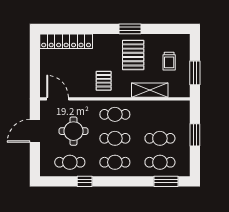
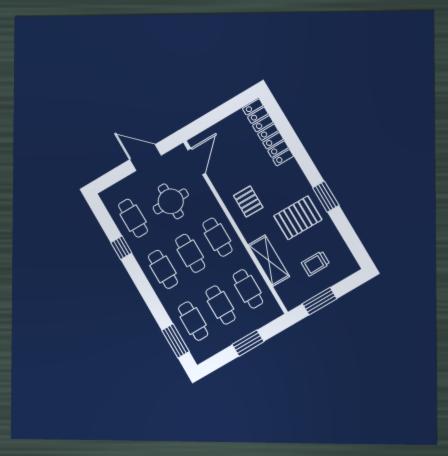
pallet: (104, 81) -> (248, 201), turned 90
cafe table: (160, 114) -> (248, 289), added

